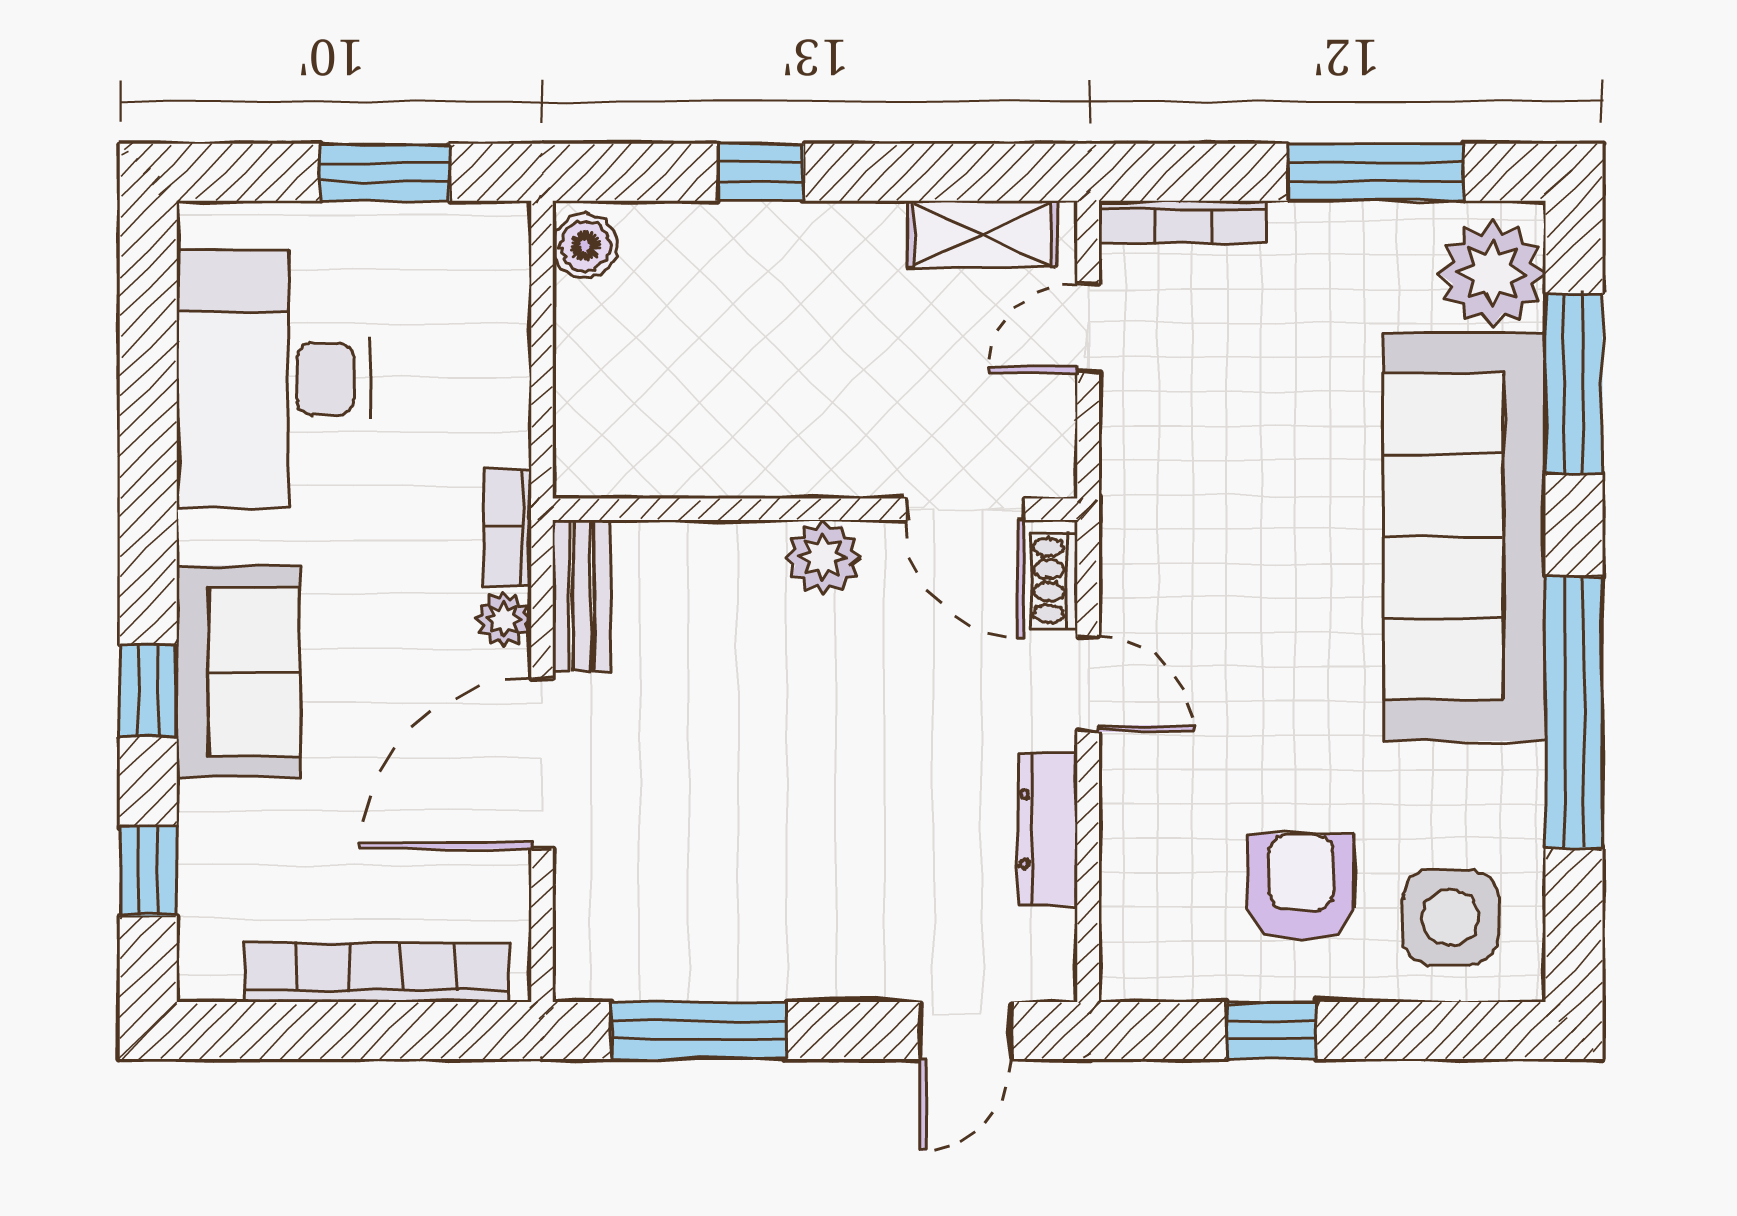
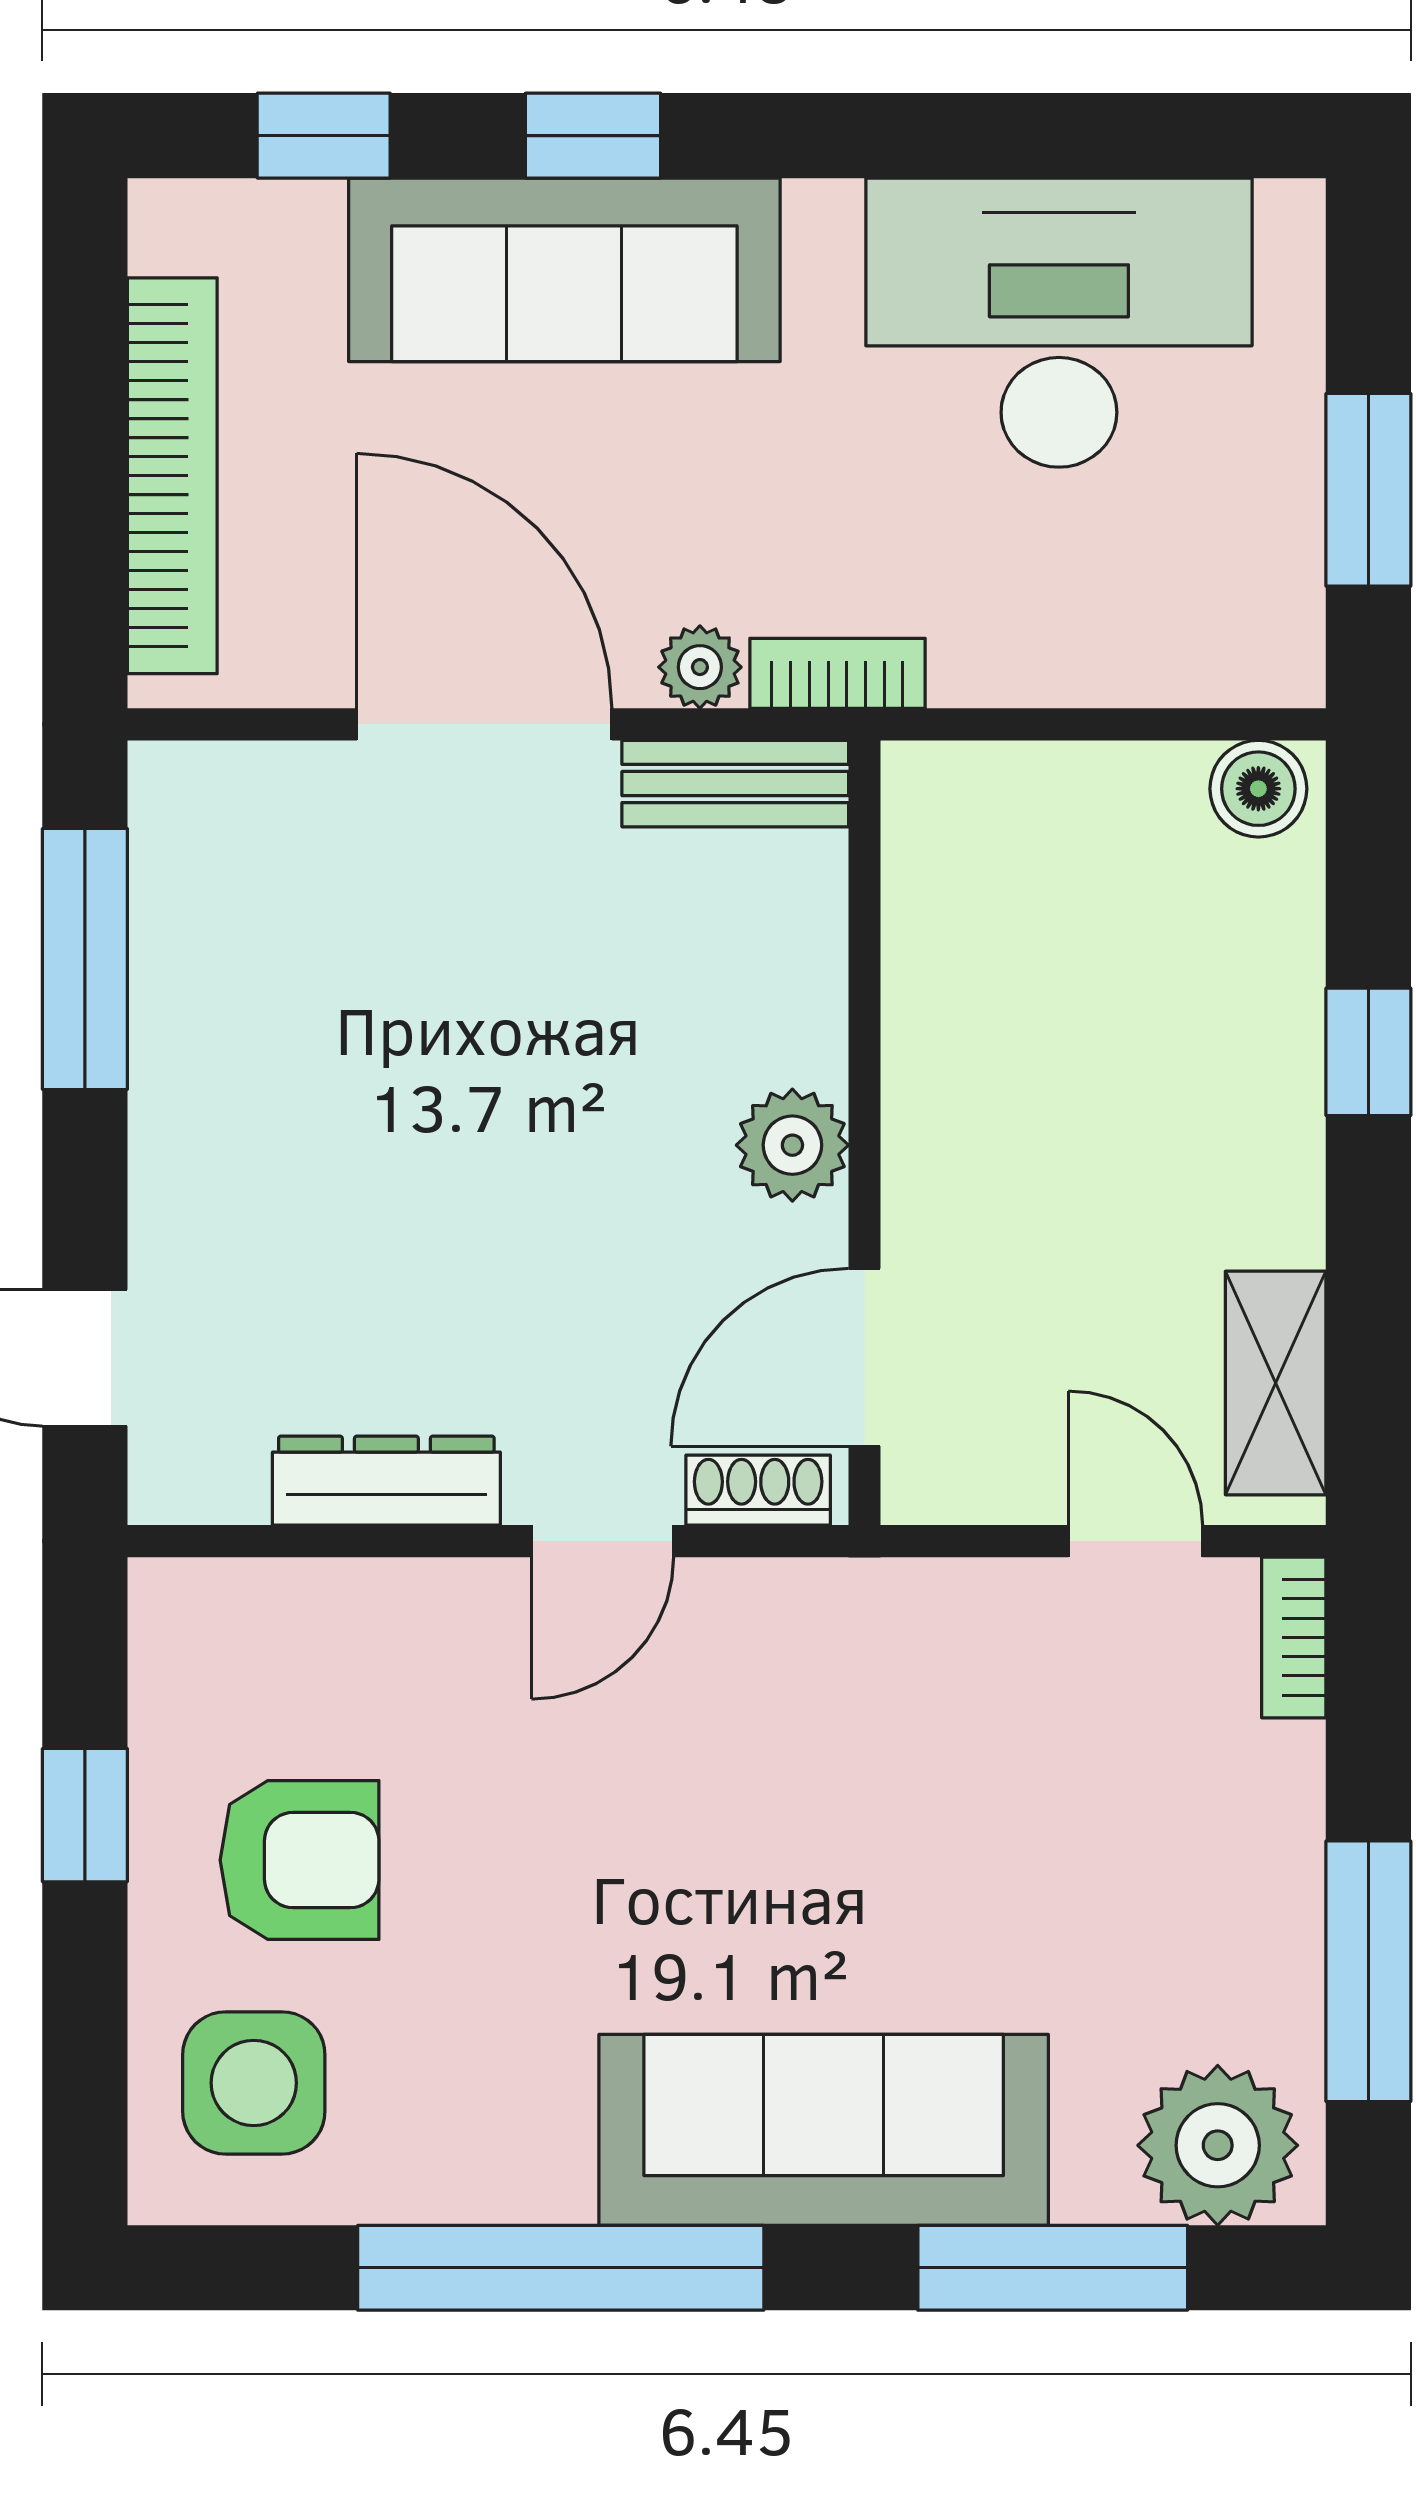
bookcase: (1183, 222) -> (1294, 1637), width x0.64
sofa: (1464, 537) -> (824, 2130), width x0.74, depth x0.79
sofa: (238, 672) -> (564, 270), width x1.36

